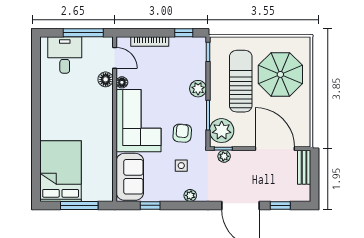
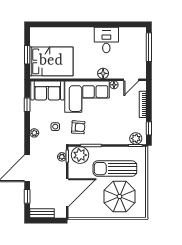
window: (83, 33) -> (149, 47), moved
desk: (65, 55) -> (106, 40), moved, turned -90
floor lamp: (106, 79) -> (103, 73), moved
sun lounger: (241, 81) -> (115, 169), turned 180
plant: (198, 89) -> (136, 138), moved
bench: (304, 167) -> (42, 213), moved
bed: (61, 171) -> (51, 61), moved
window: (79, 205) -> (27, 55), width x0.69

